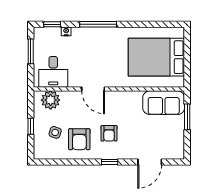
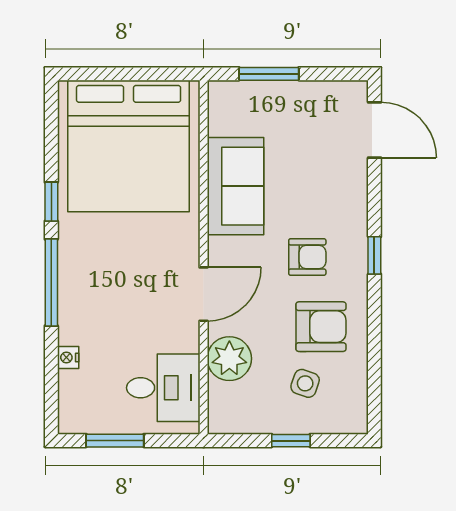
window: (52, 24) -> (51, 202), moved
bed: (156, 57) -> (129, 146), width x1.36
plant: (51, 100) -> (229, 359), moved
sofa: (164, 103) -> (235, 186), moved
door: (150, 162) -> (374, 130), moved

